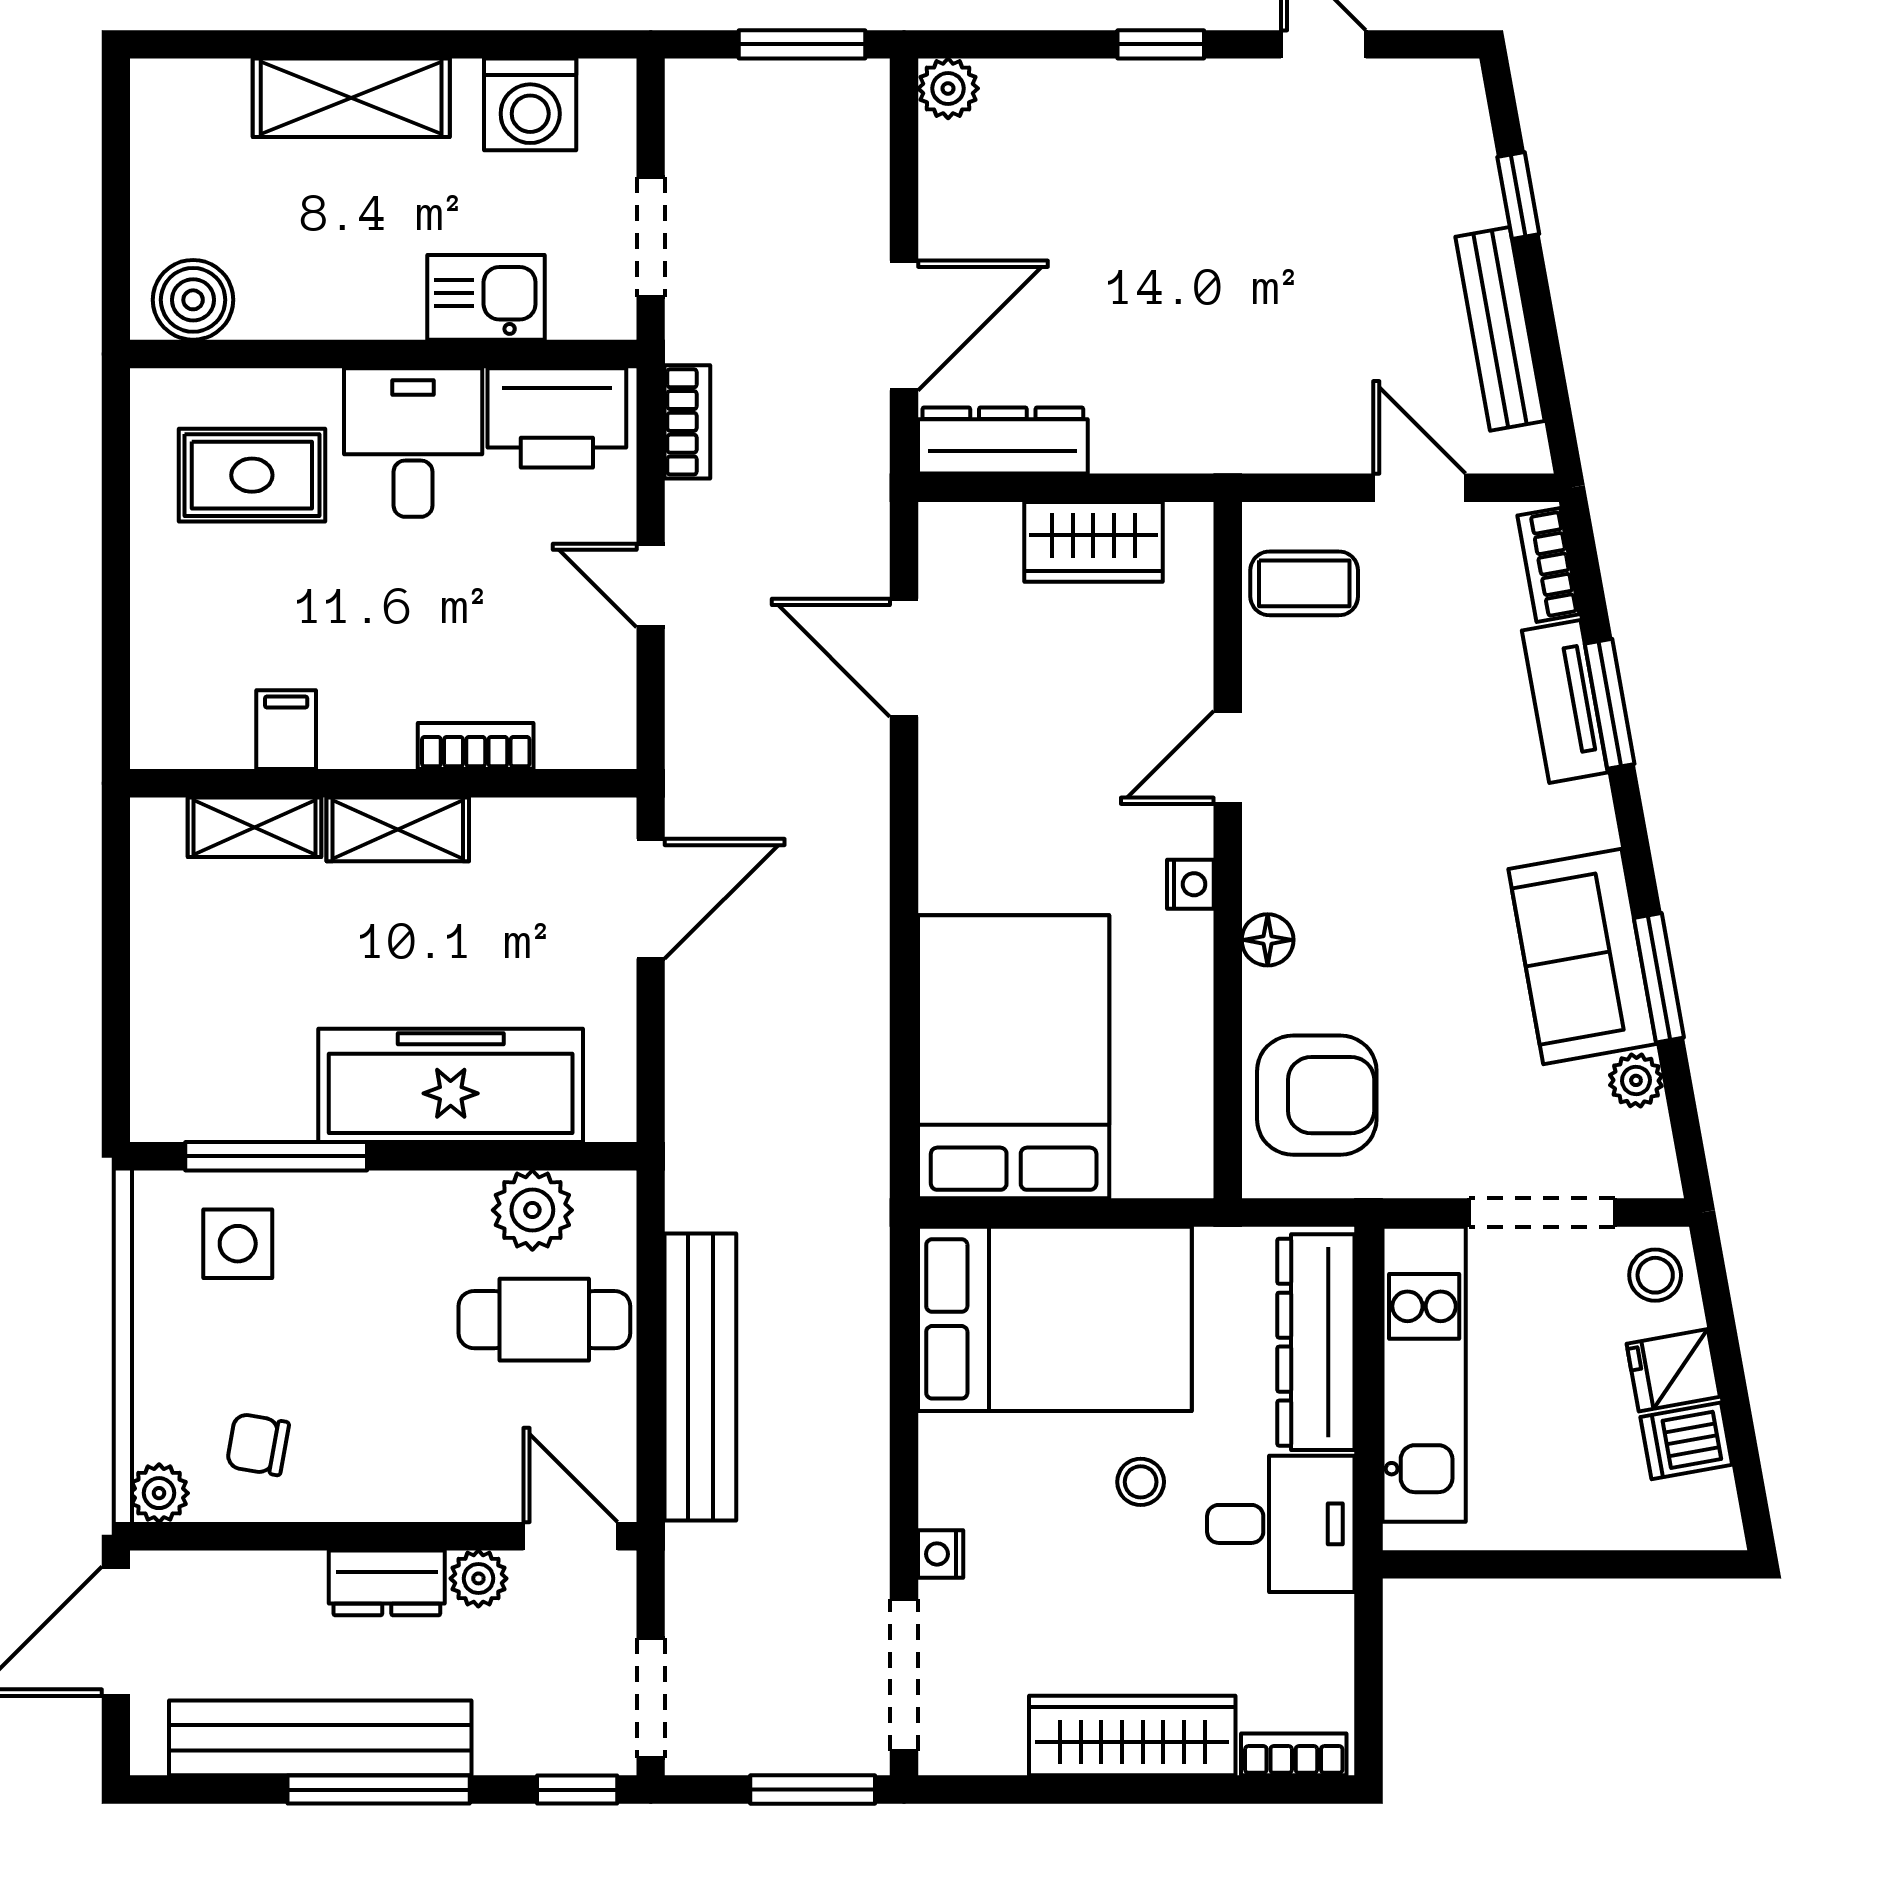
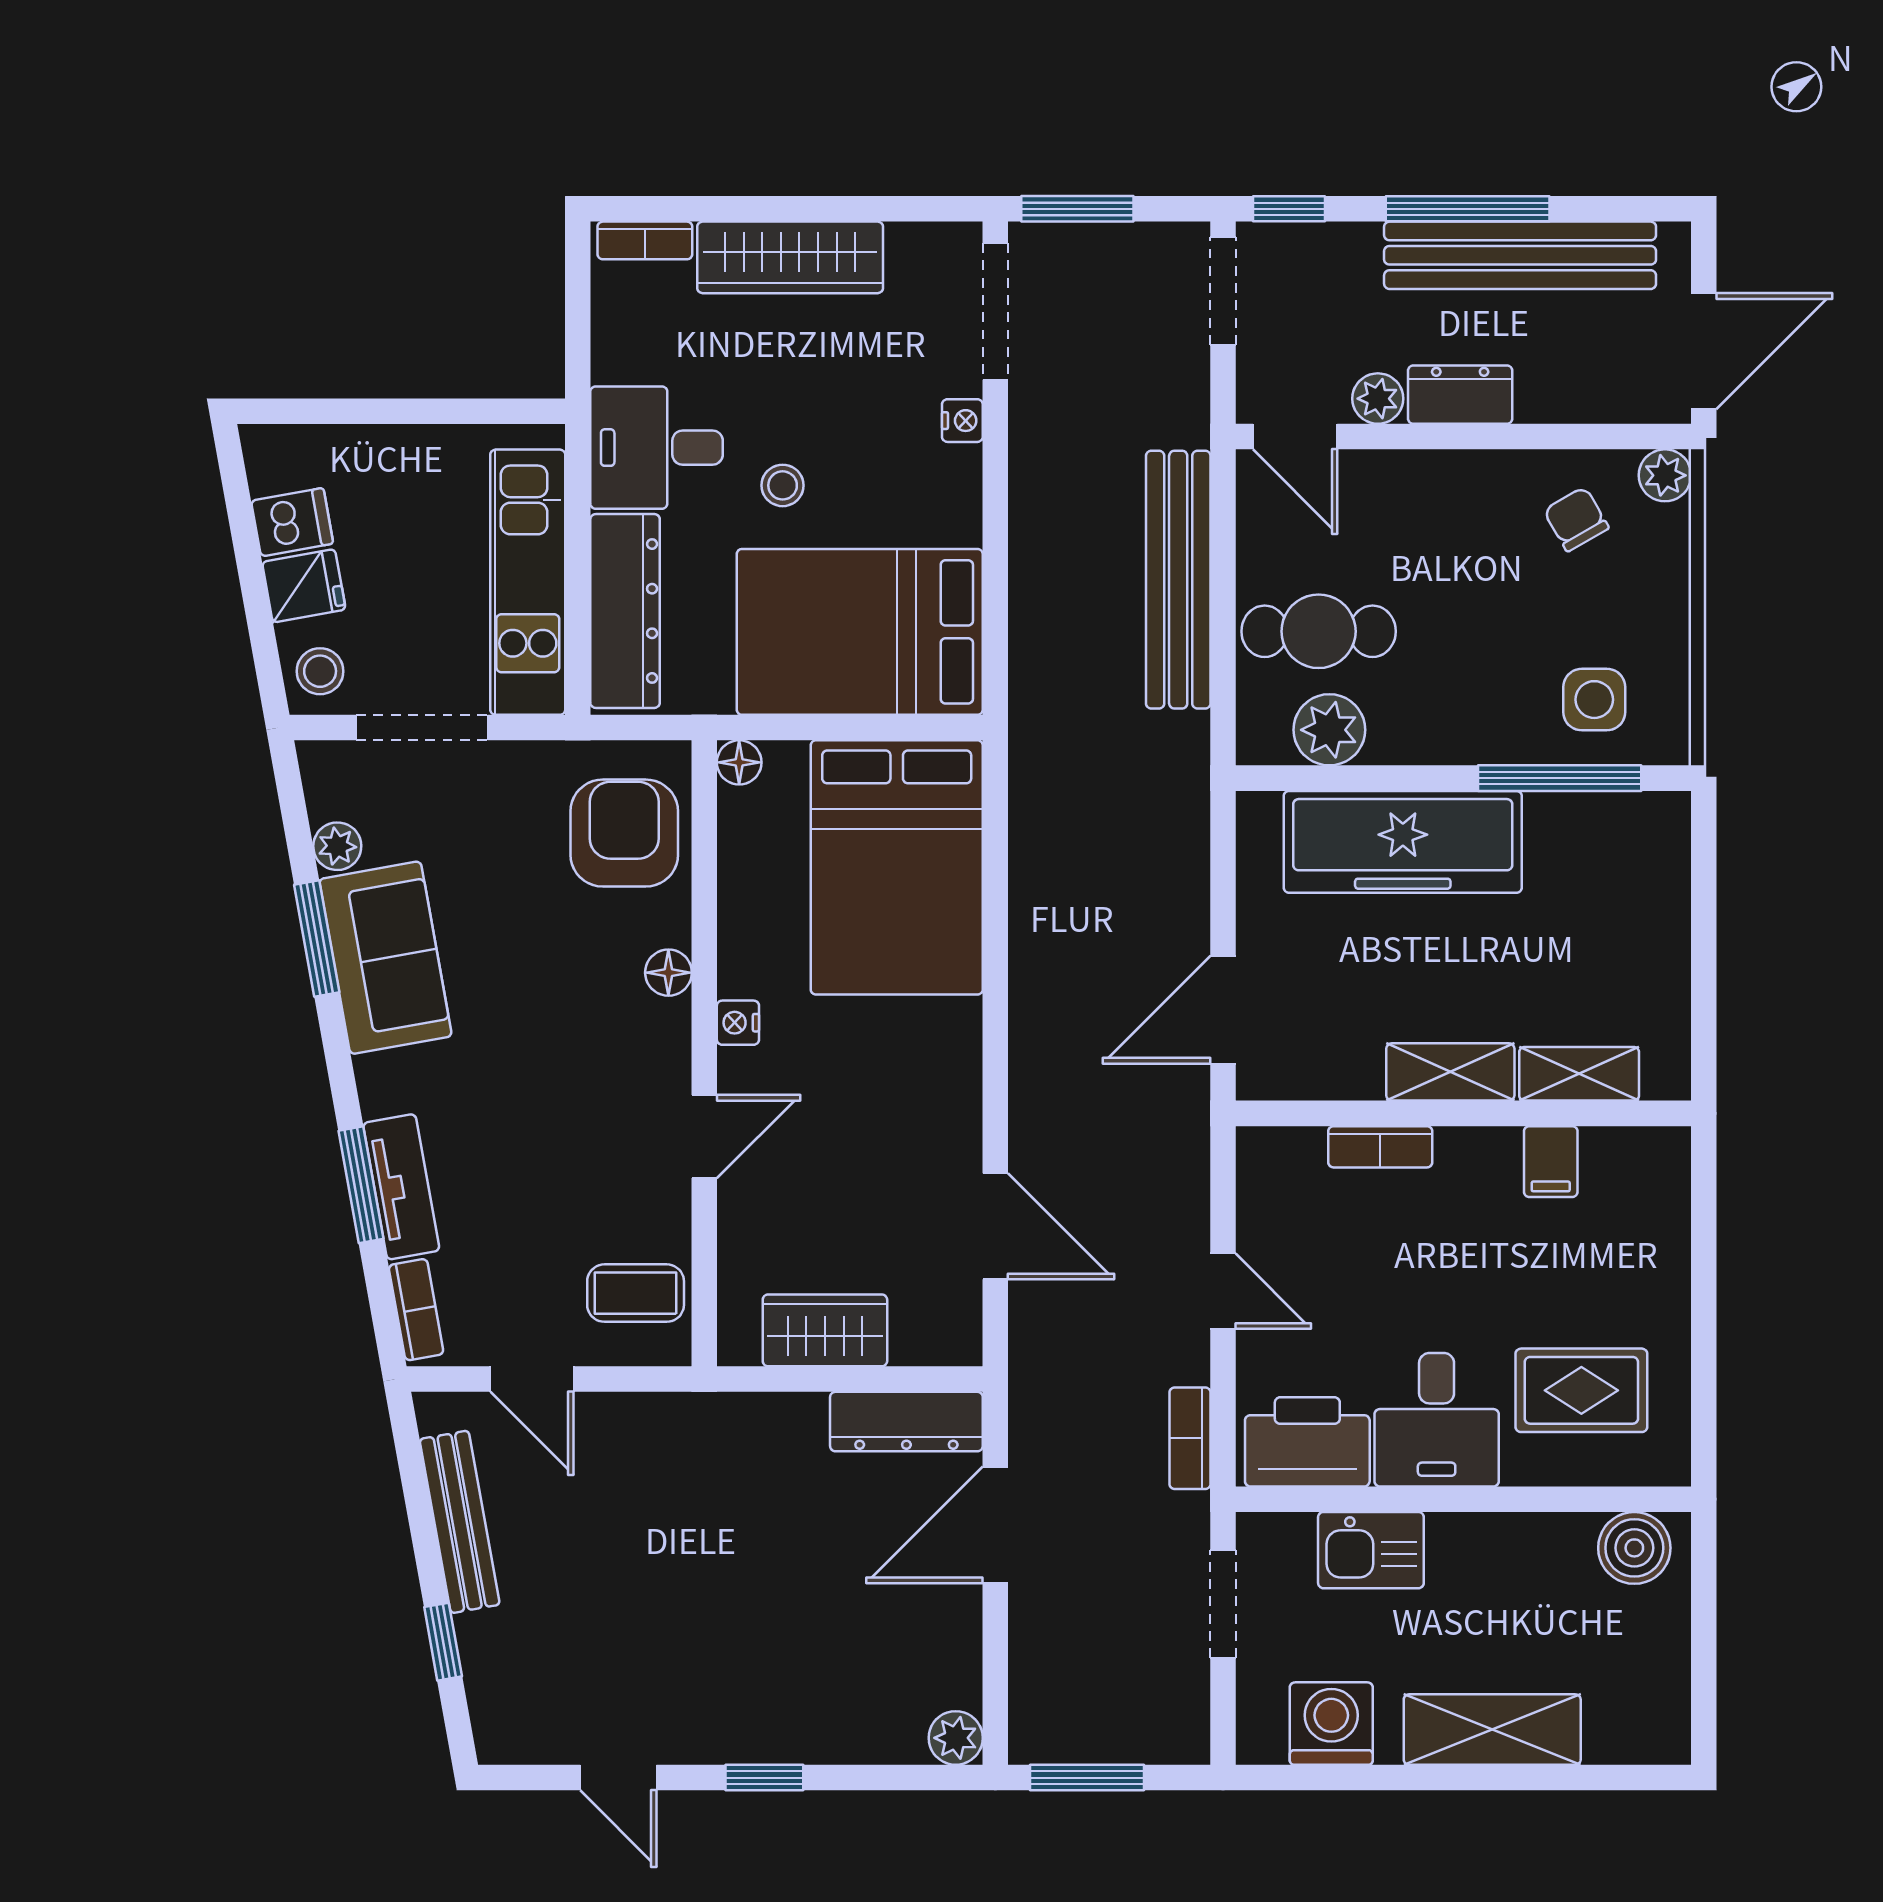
armchair: (1317, 1095) -> (624, 833), turned 90
floor lamp: (1189, 1174) -> (739, 762), added
chair: (258, 1444) -> (1576, 519), turned -130

